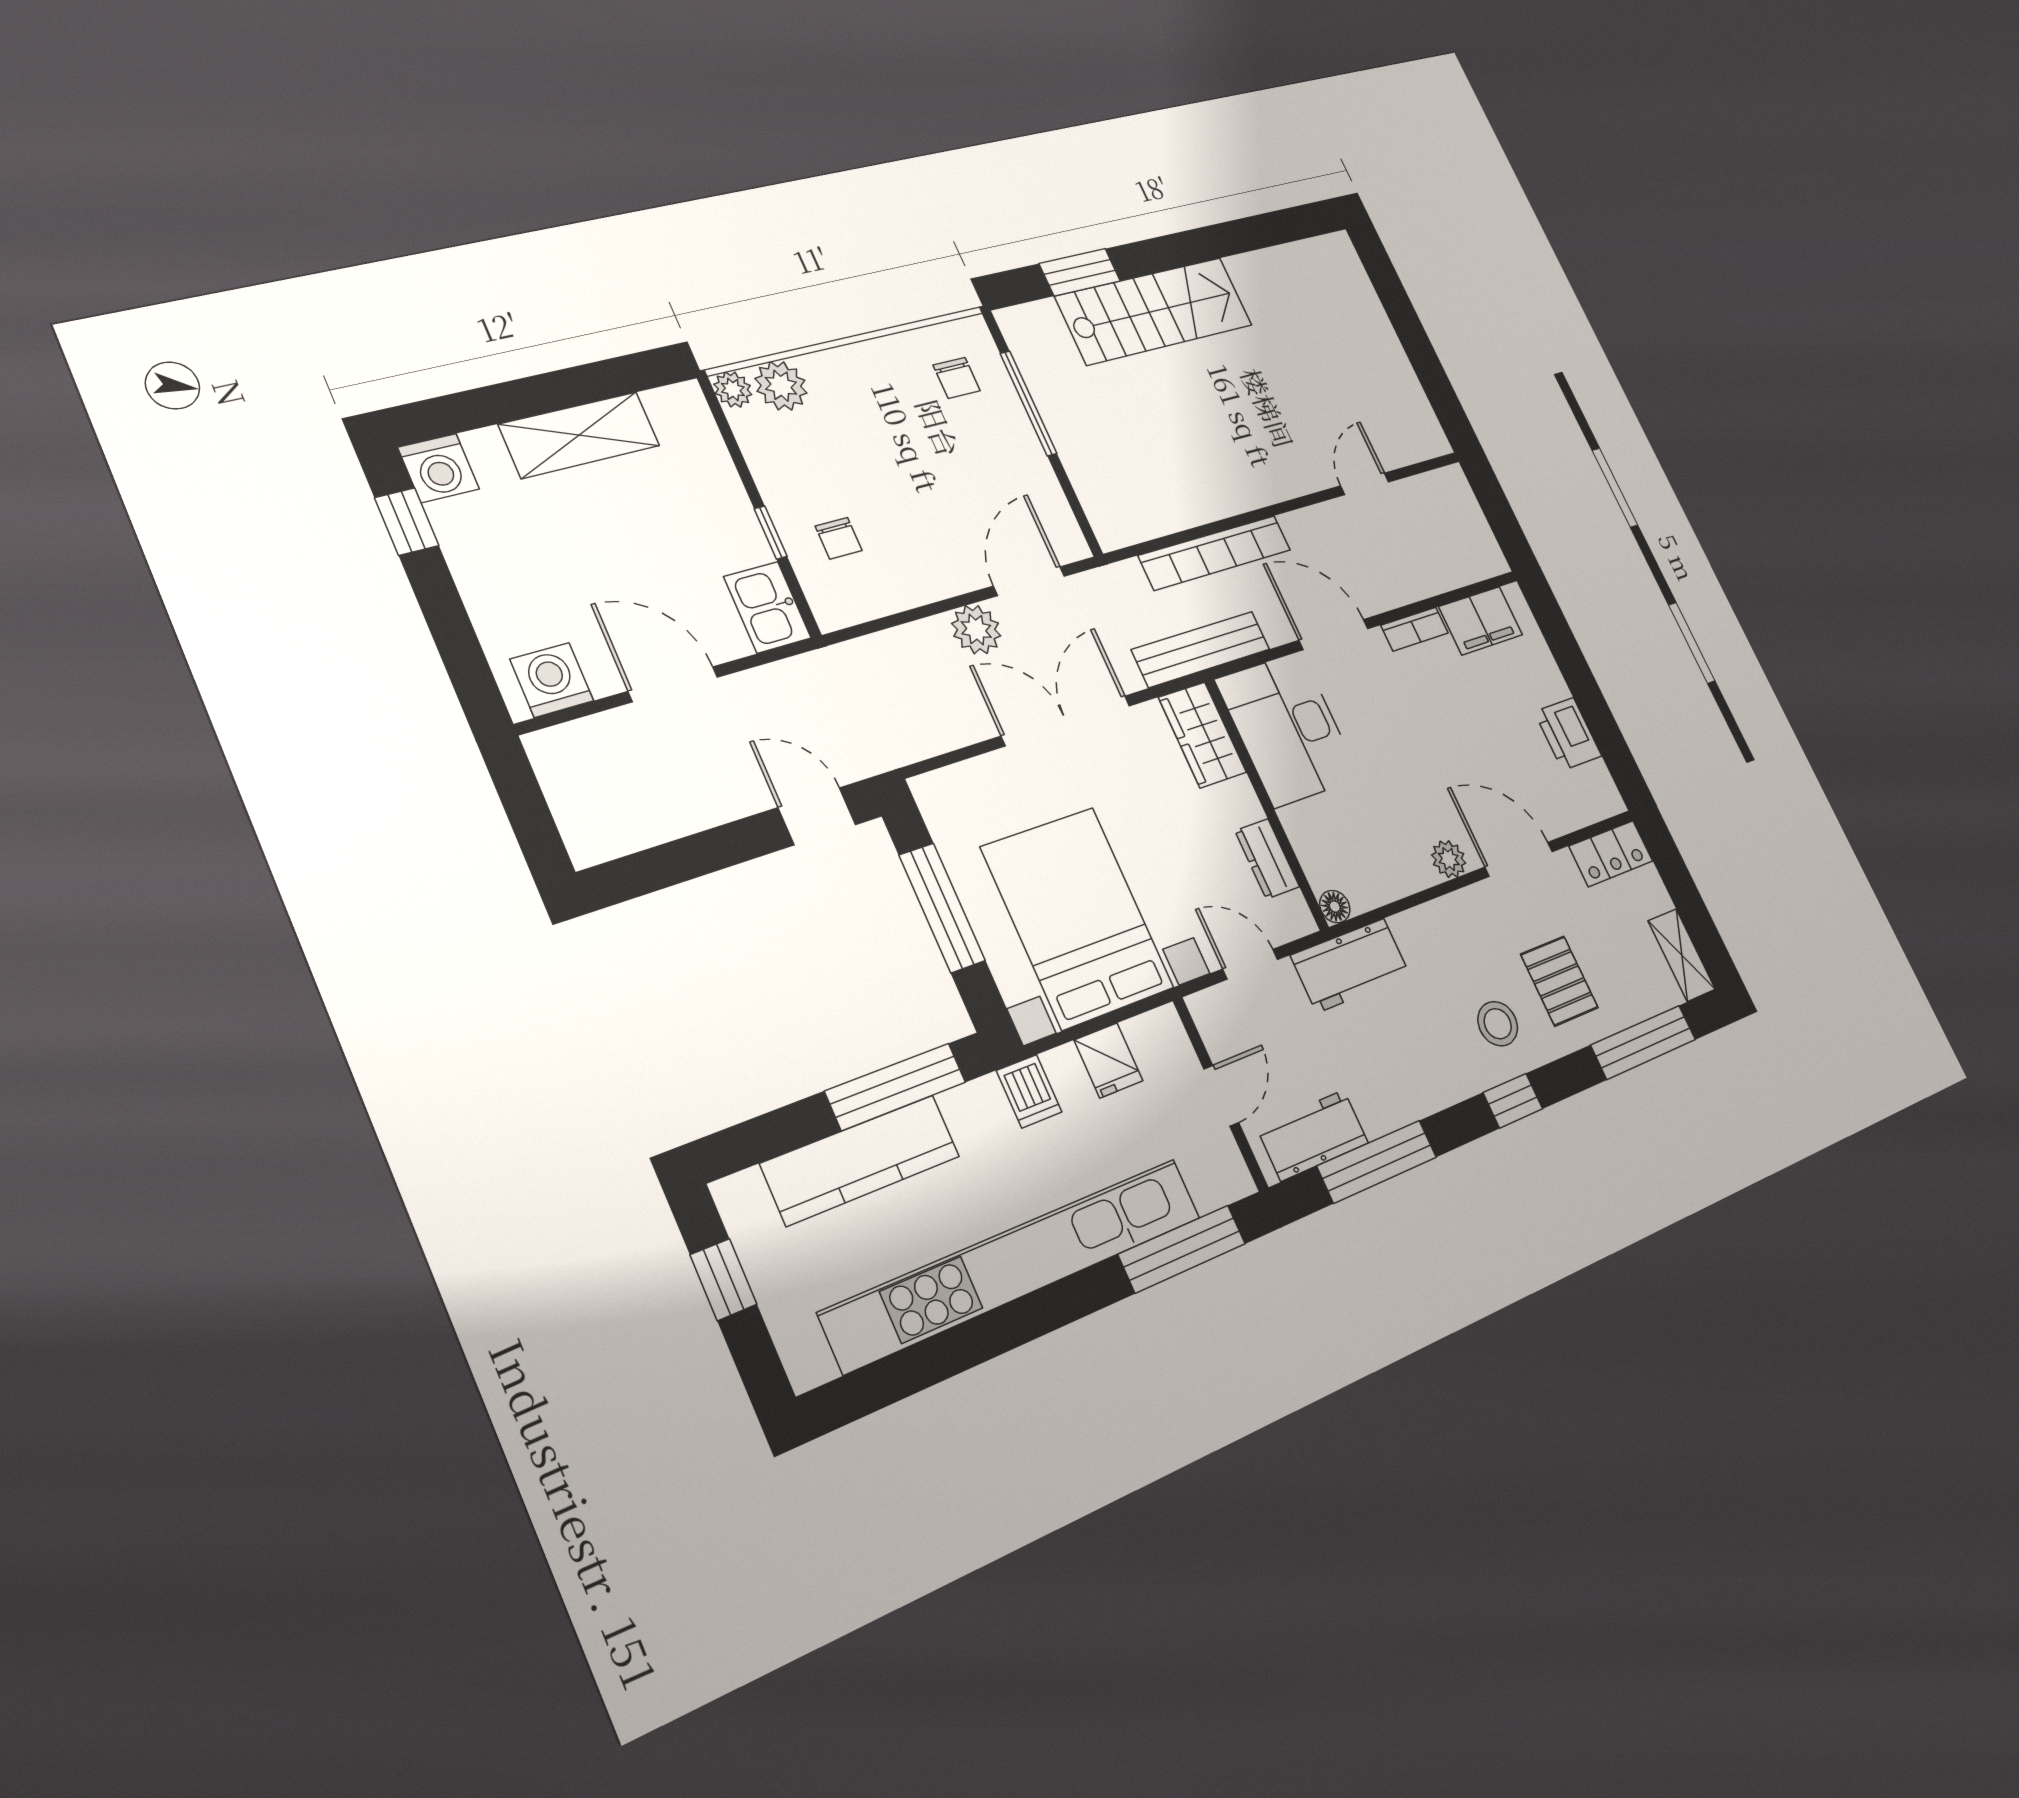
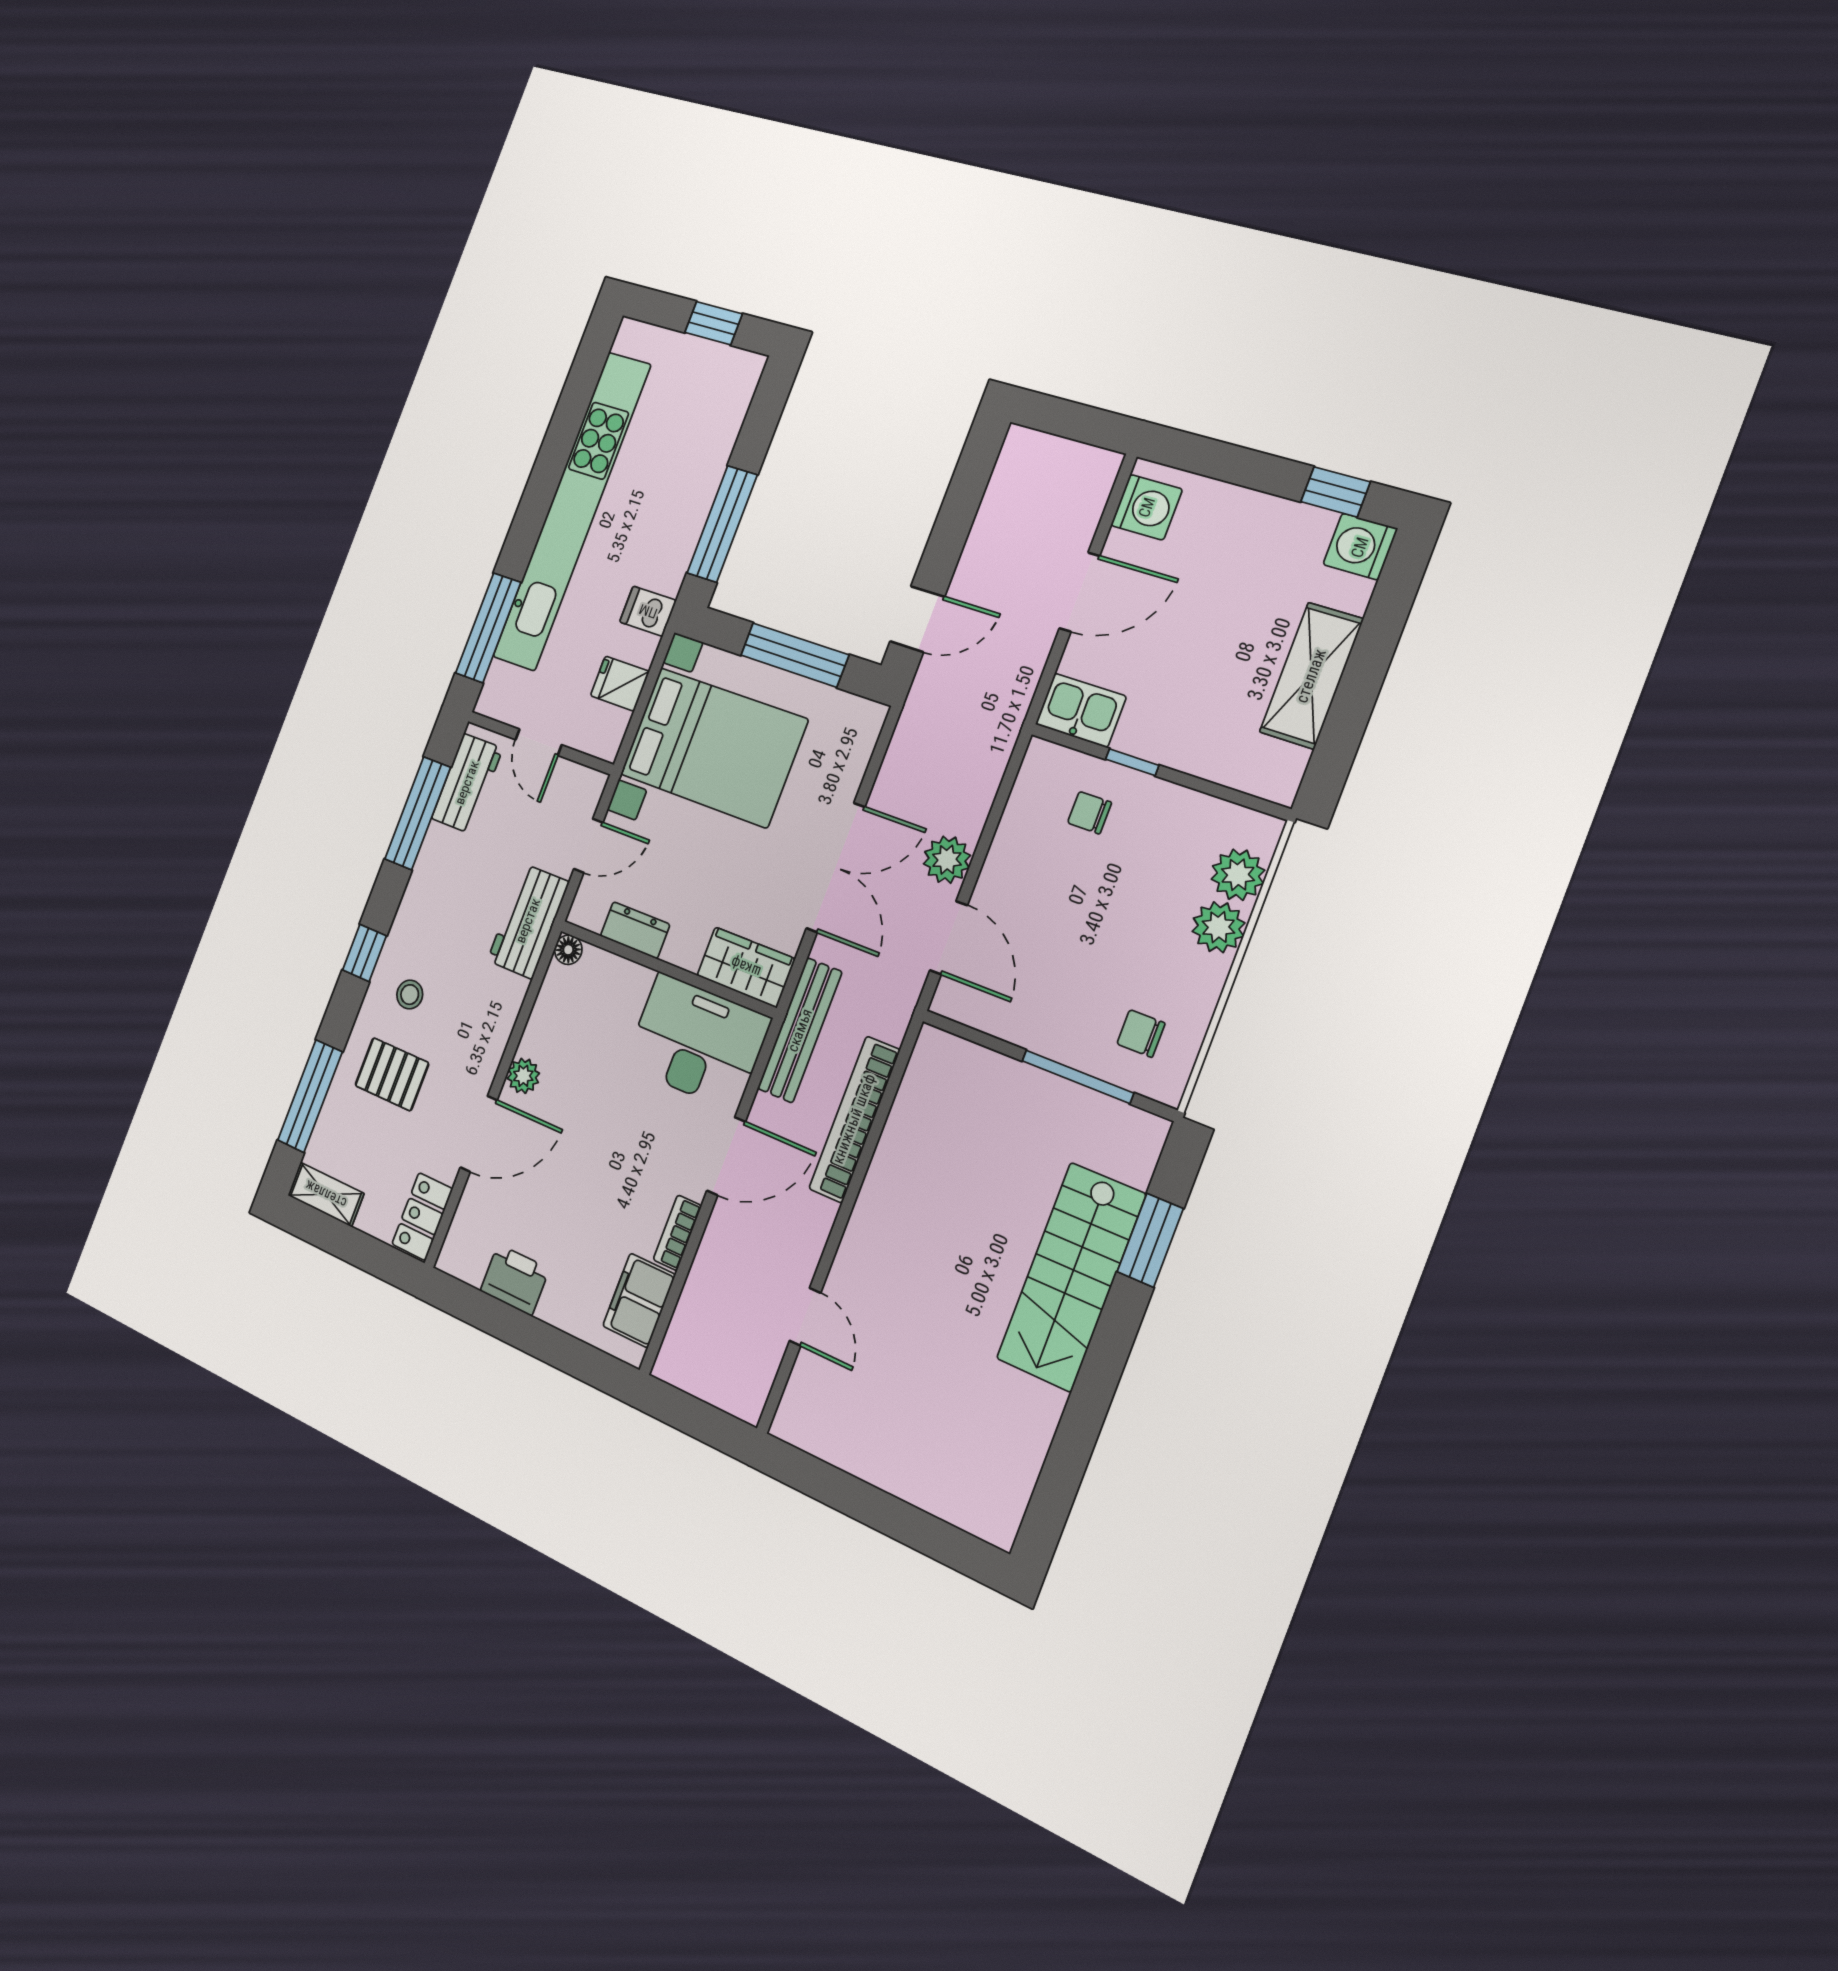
plant: (733, 389) -> (1218, 927), moved, width x1.38, depth x1.38
stool: (1498, 1024) -> (410, 995), width x0.73, depth x0.73
kitchen counter: (861, 1160) -> (703, 464), removed

